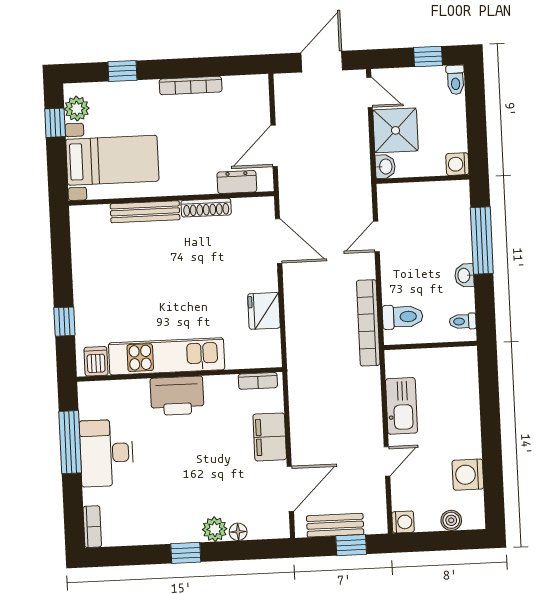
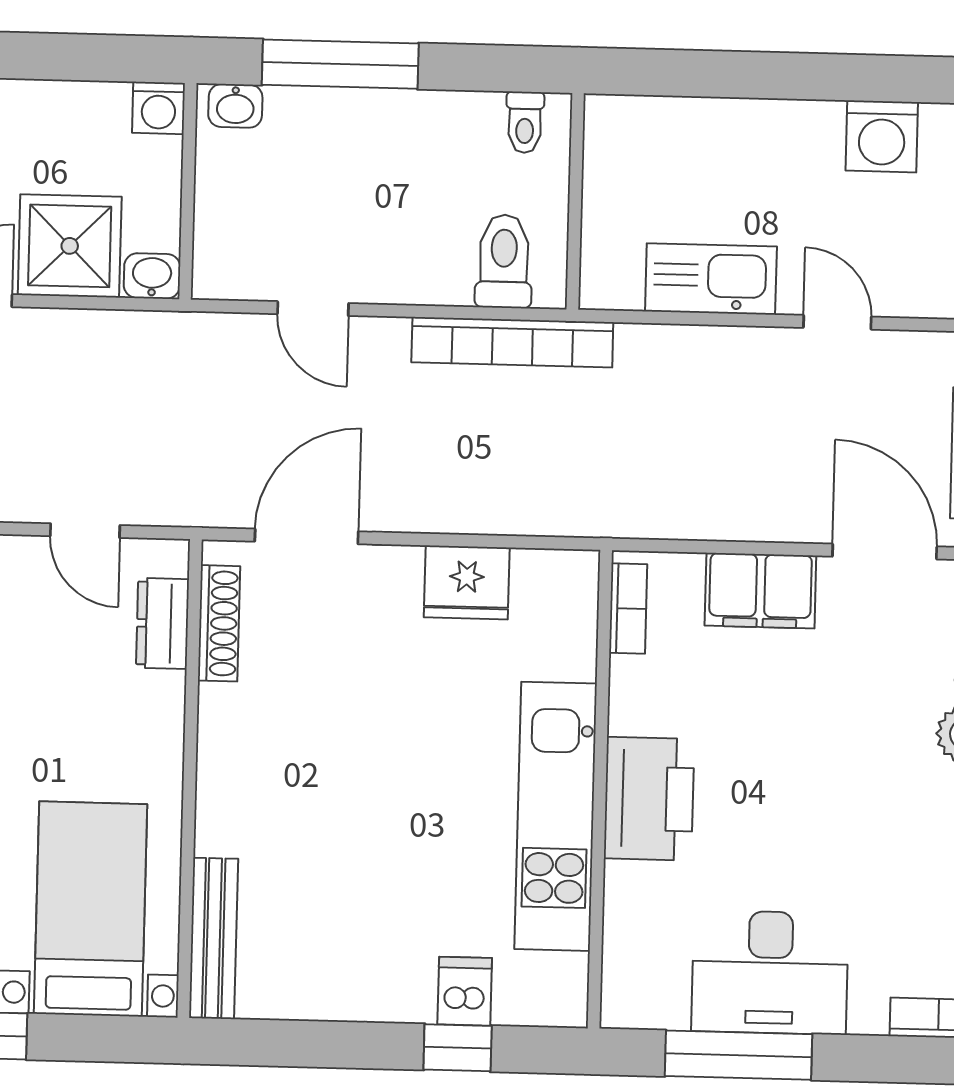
door: (274, 146) -> (85, 531), width x0.73
shoe rack: (206, 208) -> (219, 623), moved
bench: (145, 212) -> (214, 938), moved
washbasin: (464, 275) -> (235, 106), moved
dishwasher: (96, 361) -> (465, 991), moved, turned 90

